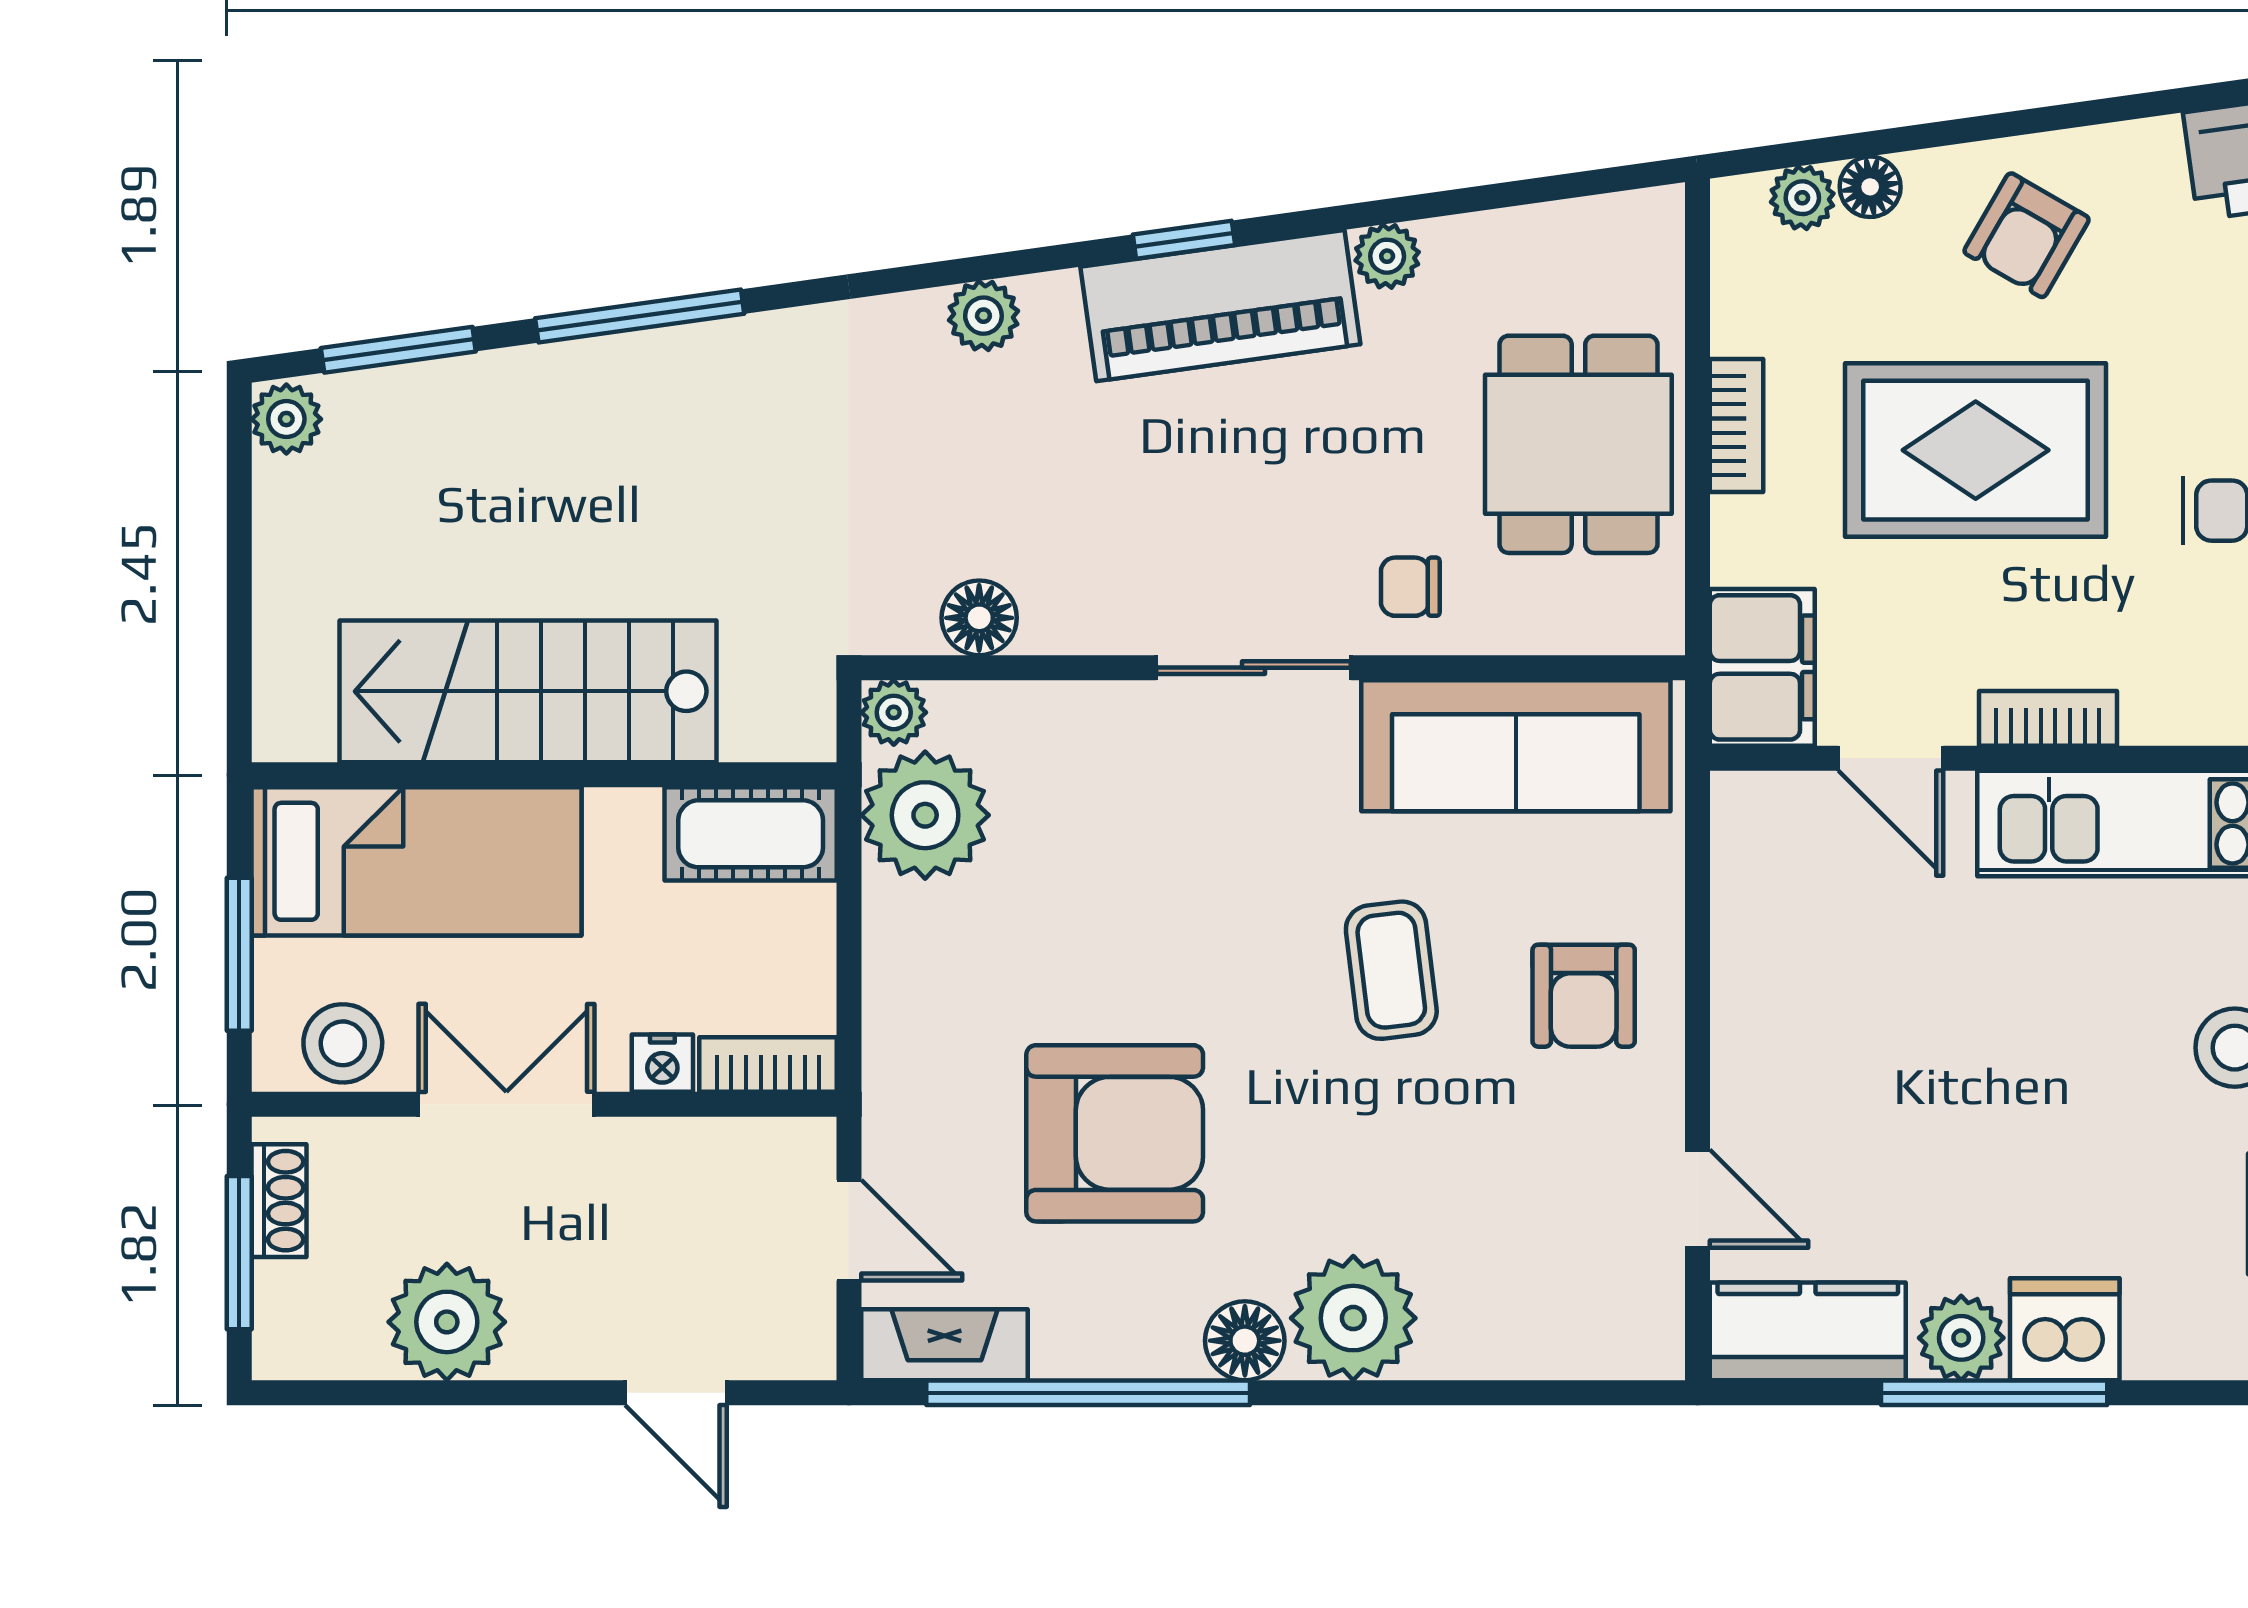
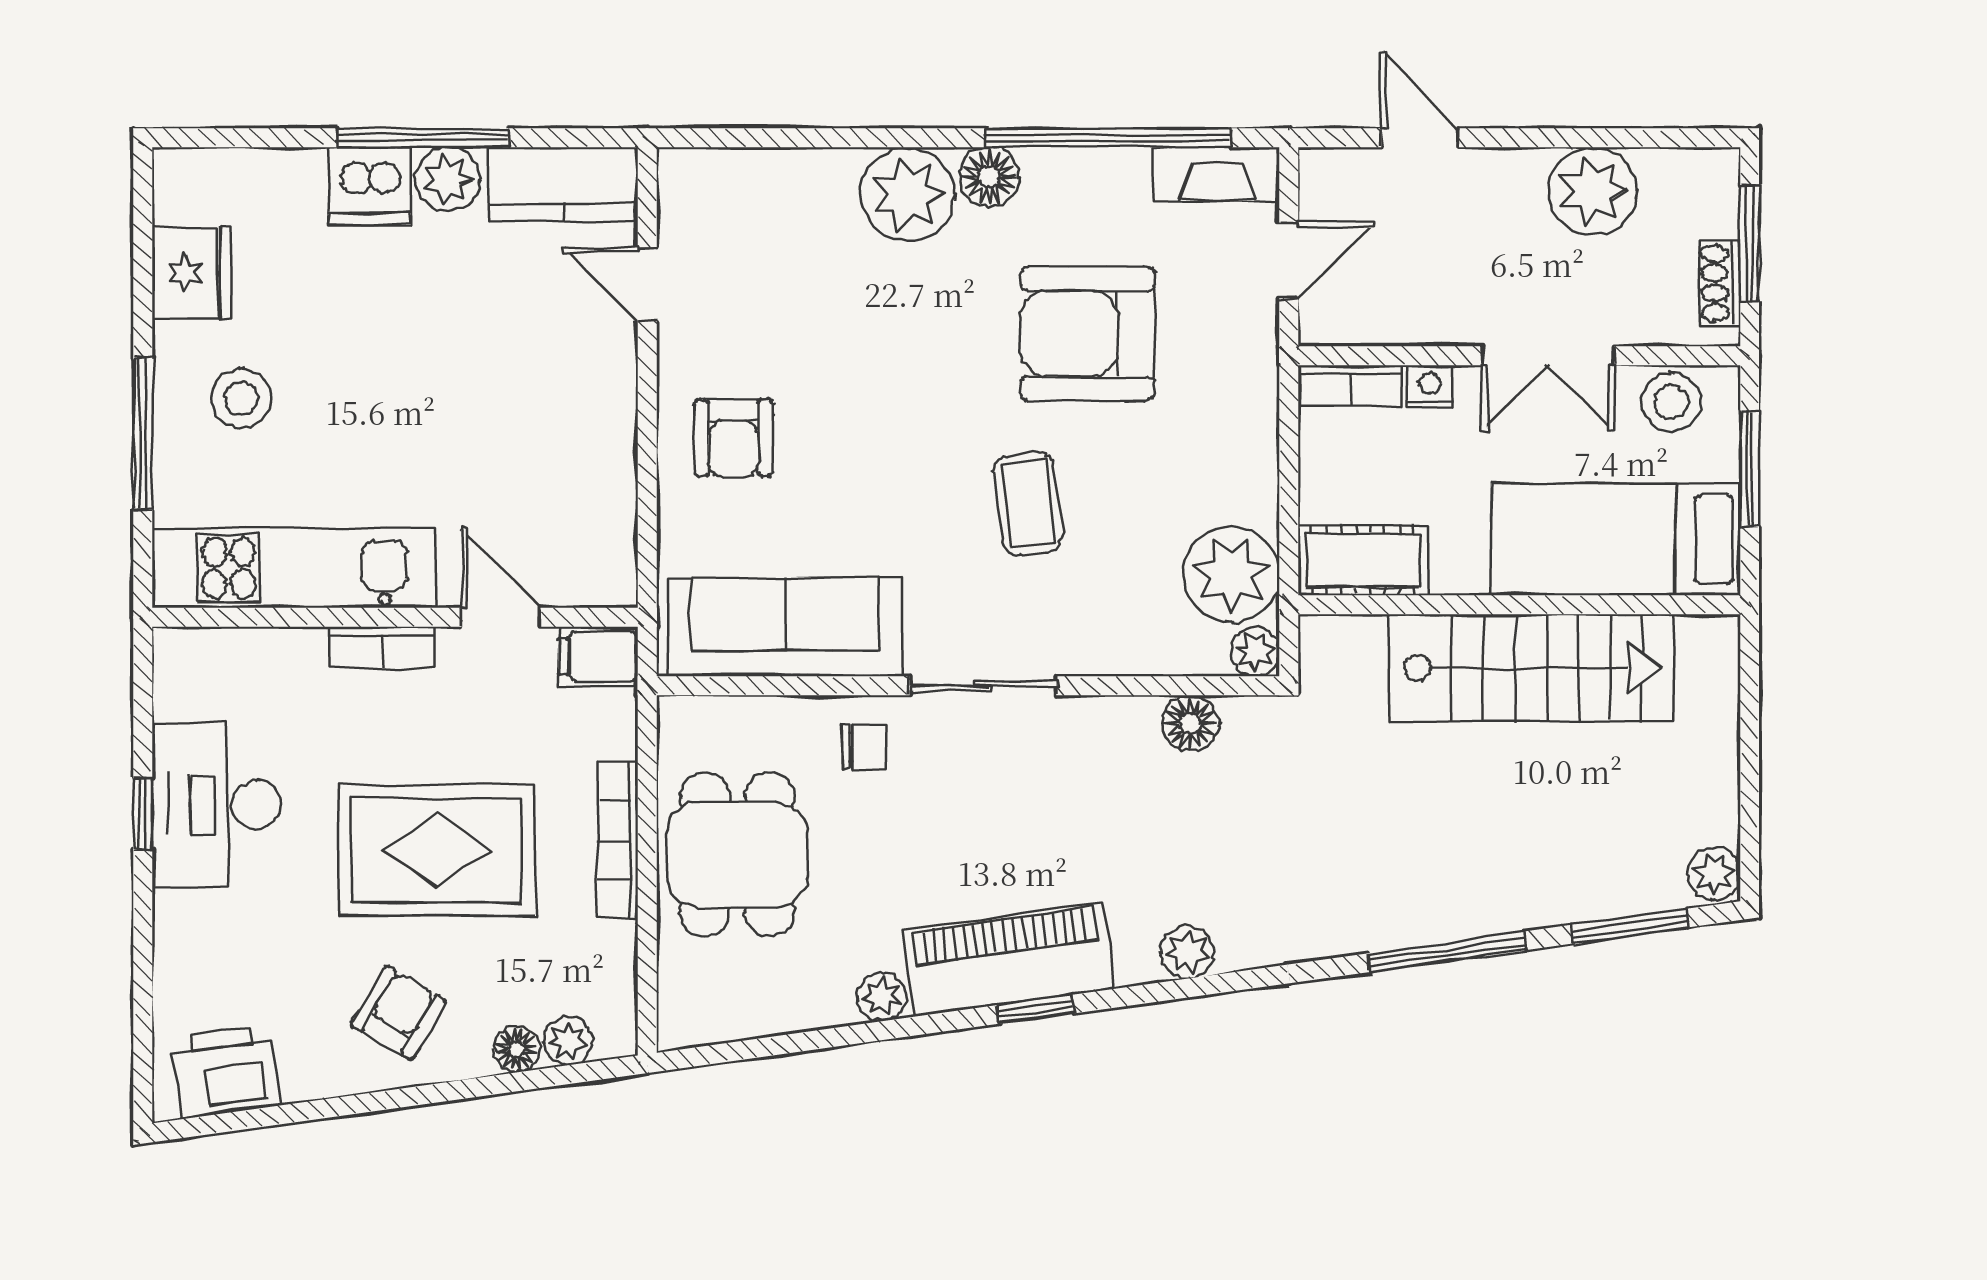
bookcase: (1737, 426) -> (618, 840), width x1.56
filing cabinet: (1762, 667) -> (598, 656), width x0.50
coffee table: (1391, 970) -> (1028, 503), moved
armchair: (1584, 996) -> (733, 438), turned 180
door: (849, 1230) -> (1289, 260), swing flipped

